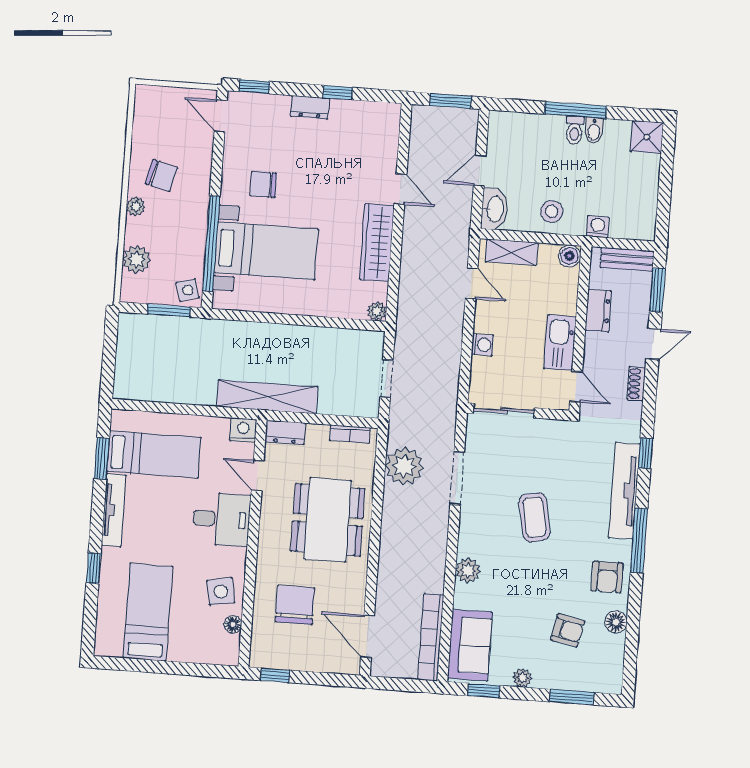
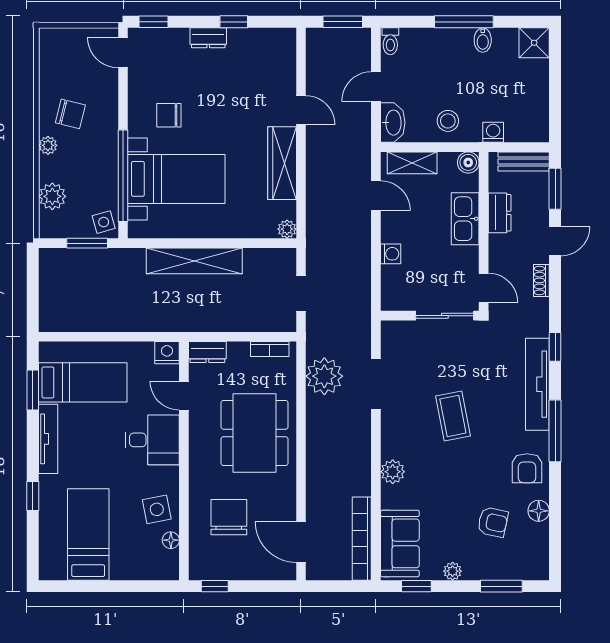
toilet: (575, 130) -> (390, 41), moved
kitchen sink: (560, 343) -> (465, 219), moved
shelving: (267, 397) -> (194, 261), moved
sliding door: (504, 411) -> (445, 316), moved

